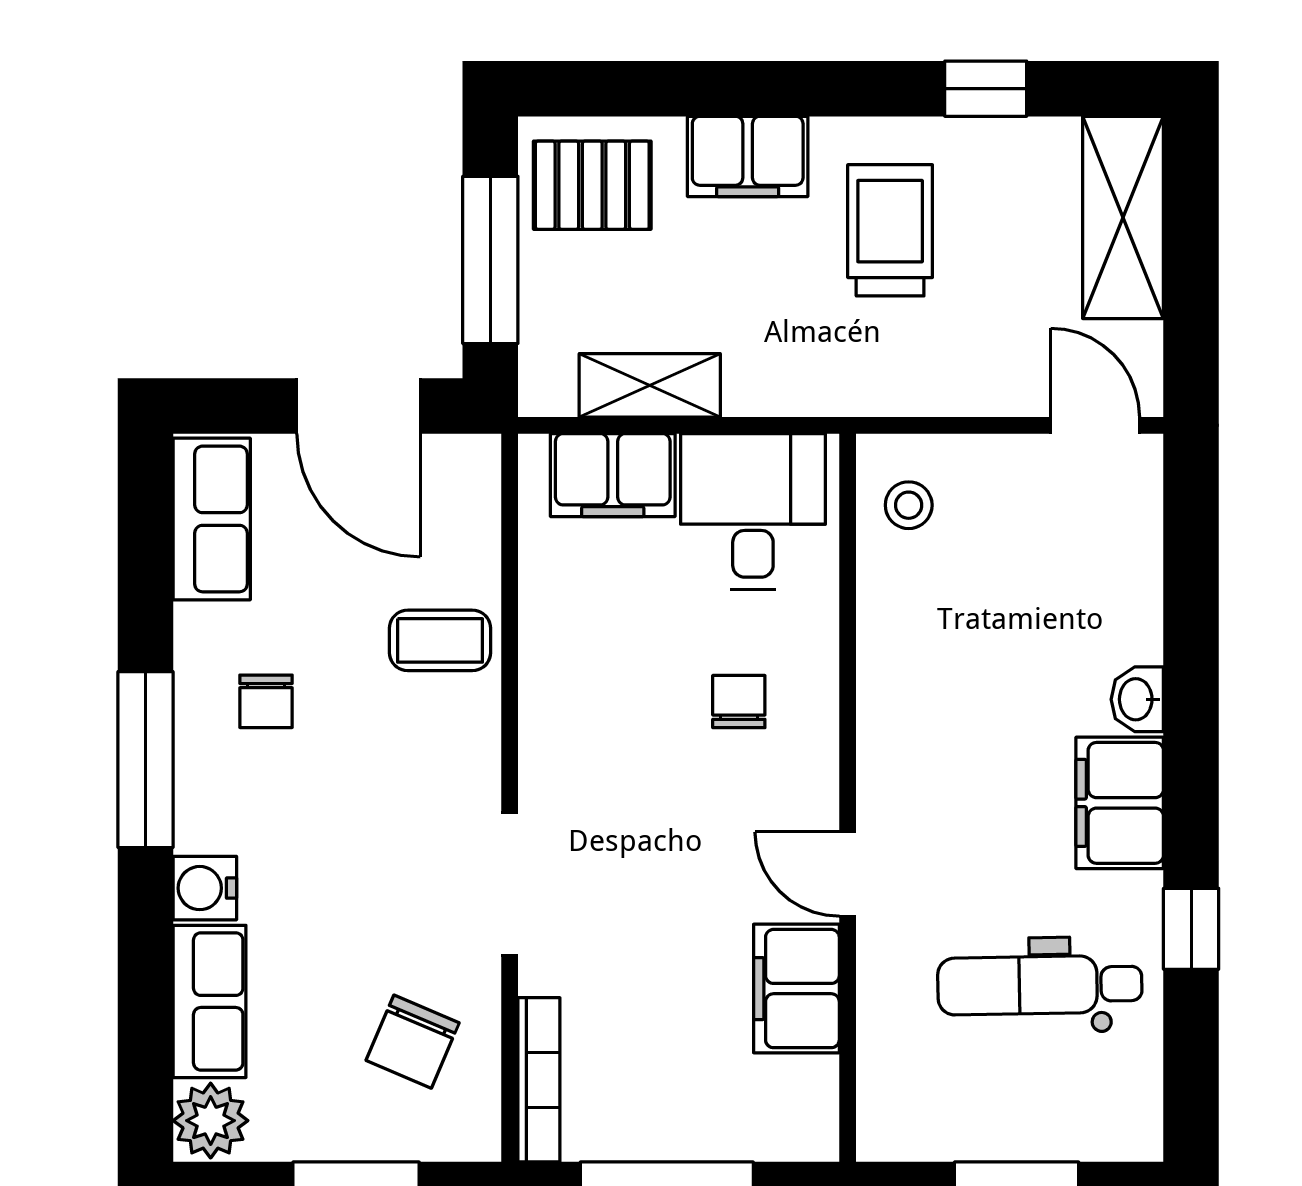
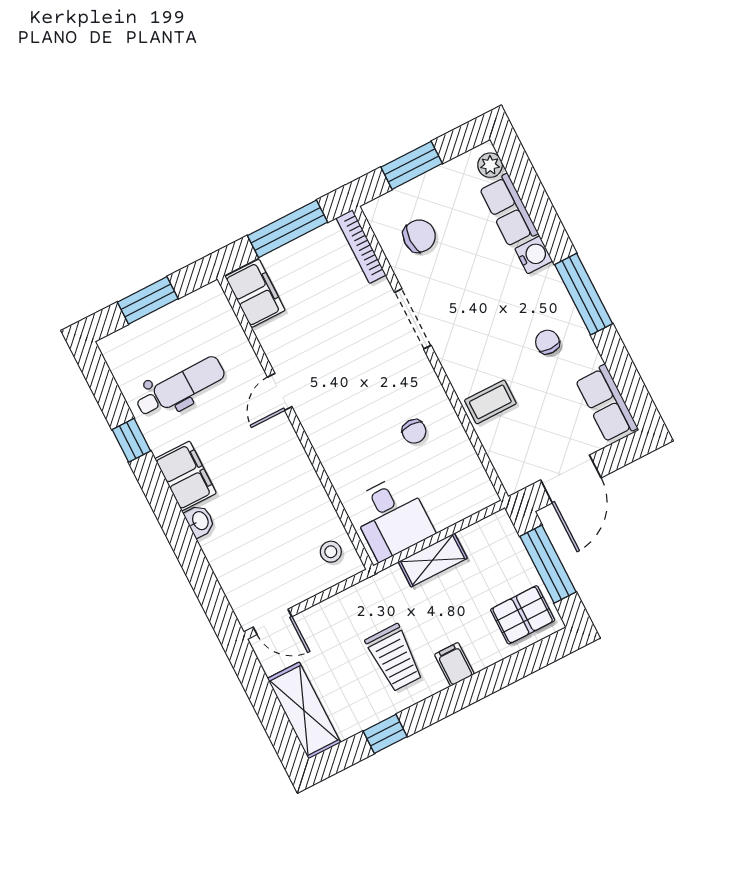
filing cabinet: (748, 156) -> (454, 664), width x0.50
shelving: (650, 385) -> (433, 560), moved
door: (359, 406) -> (571, 479), swing flipped
filing cabinet: (613, 475) -> (455, 503), removed
chair: (739, 702) -> (414, 431), moved
door: (848, 874) -> (280, 392), swing flipped
filing cabinet: (796, 989) -> (255, 293), moved
chair: (413, 1042) -> (419, 236), turned 67
plant: (211, 1121) -> (490, 165), width x0.73, depth x0.73

